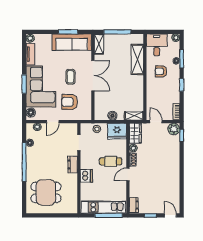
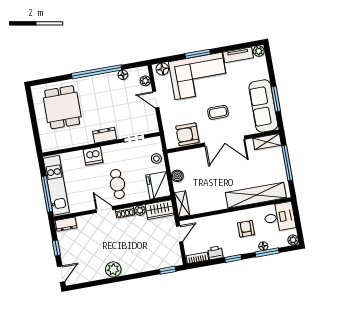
shelving: (137, 60) -> (256, 195), width x1.47
printer: (175, 97) -> (215, 253), added
armchair: (70, 102) -> (187, 134), moved, turned -90
plant: (174, 129) -> (113, 269), moved

